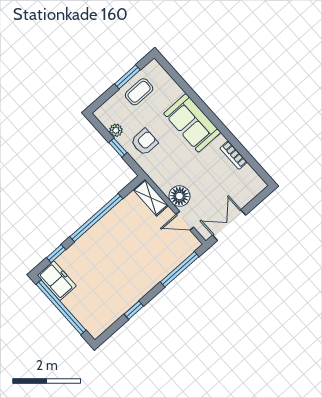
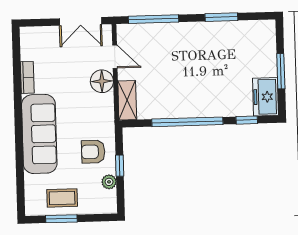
sofa: (192, 123) -> (39, 134), width x1.36
window: (61, 307) -> (281, 71), width x0.47
window: (134, 310) -> (221, 17), width x1.50

